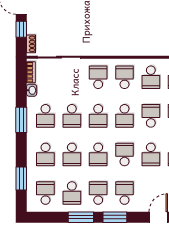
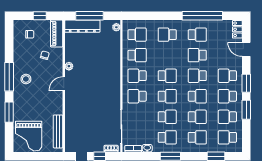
school desk: (151, 116) -> (167, 55), removed
school desk: (151, 154) -> (197, 55), turned 180
school desk: (72, 193) -> (227, 117), turned 180

